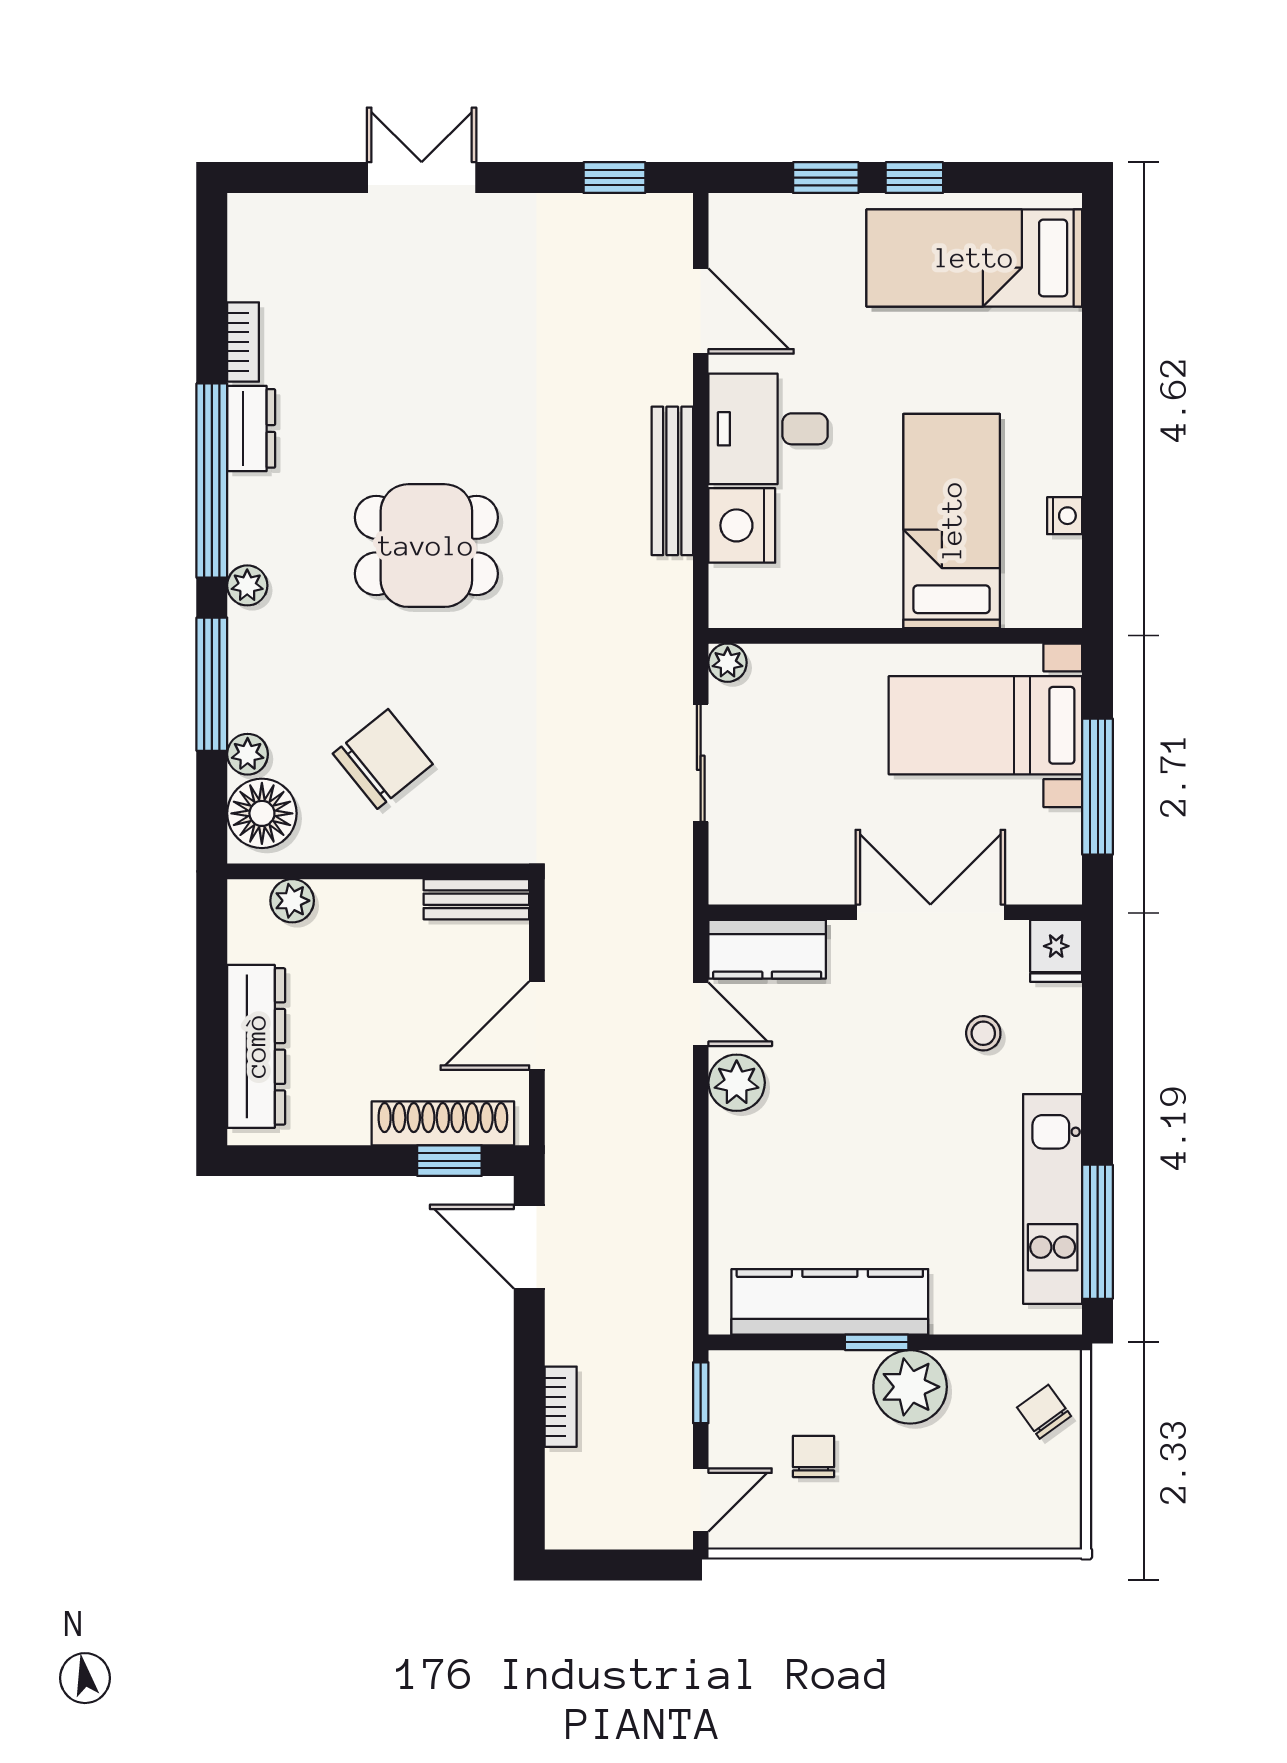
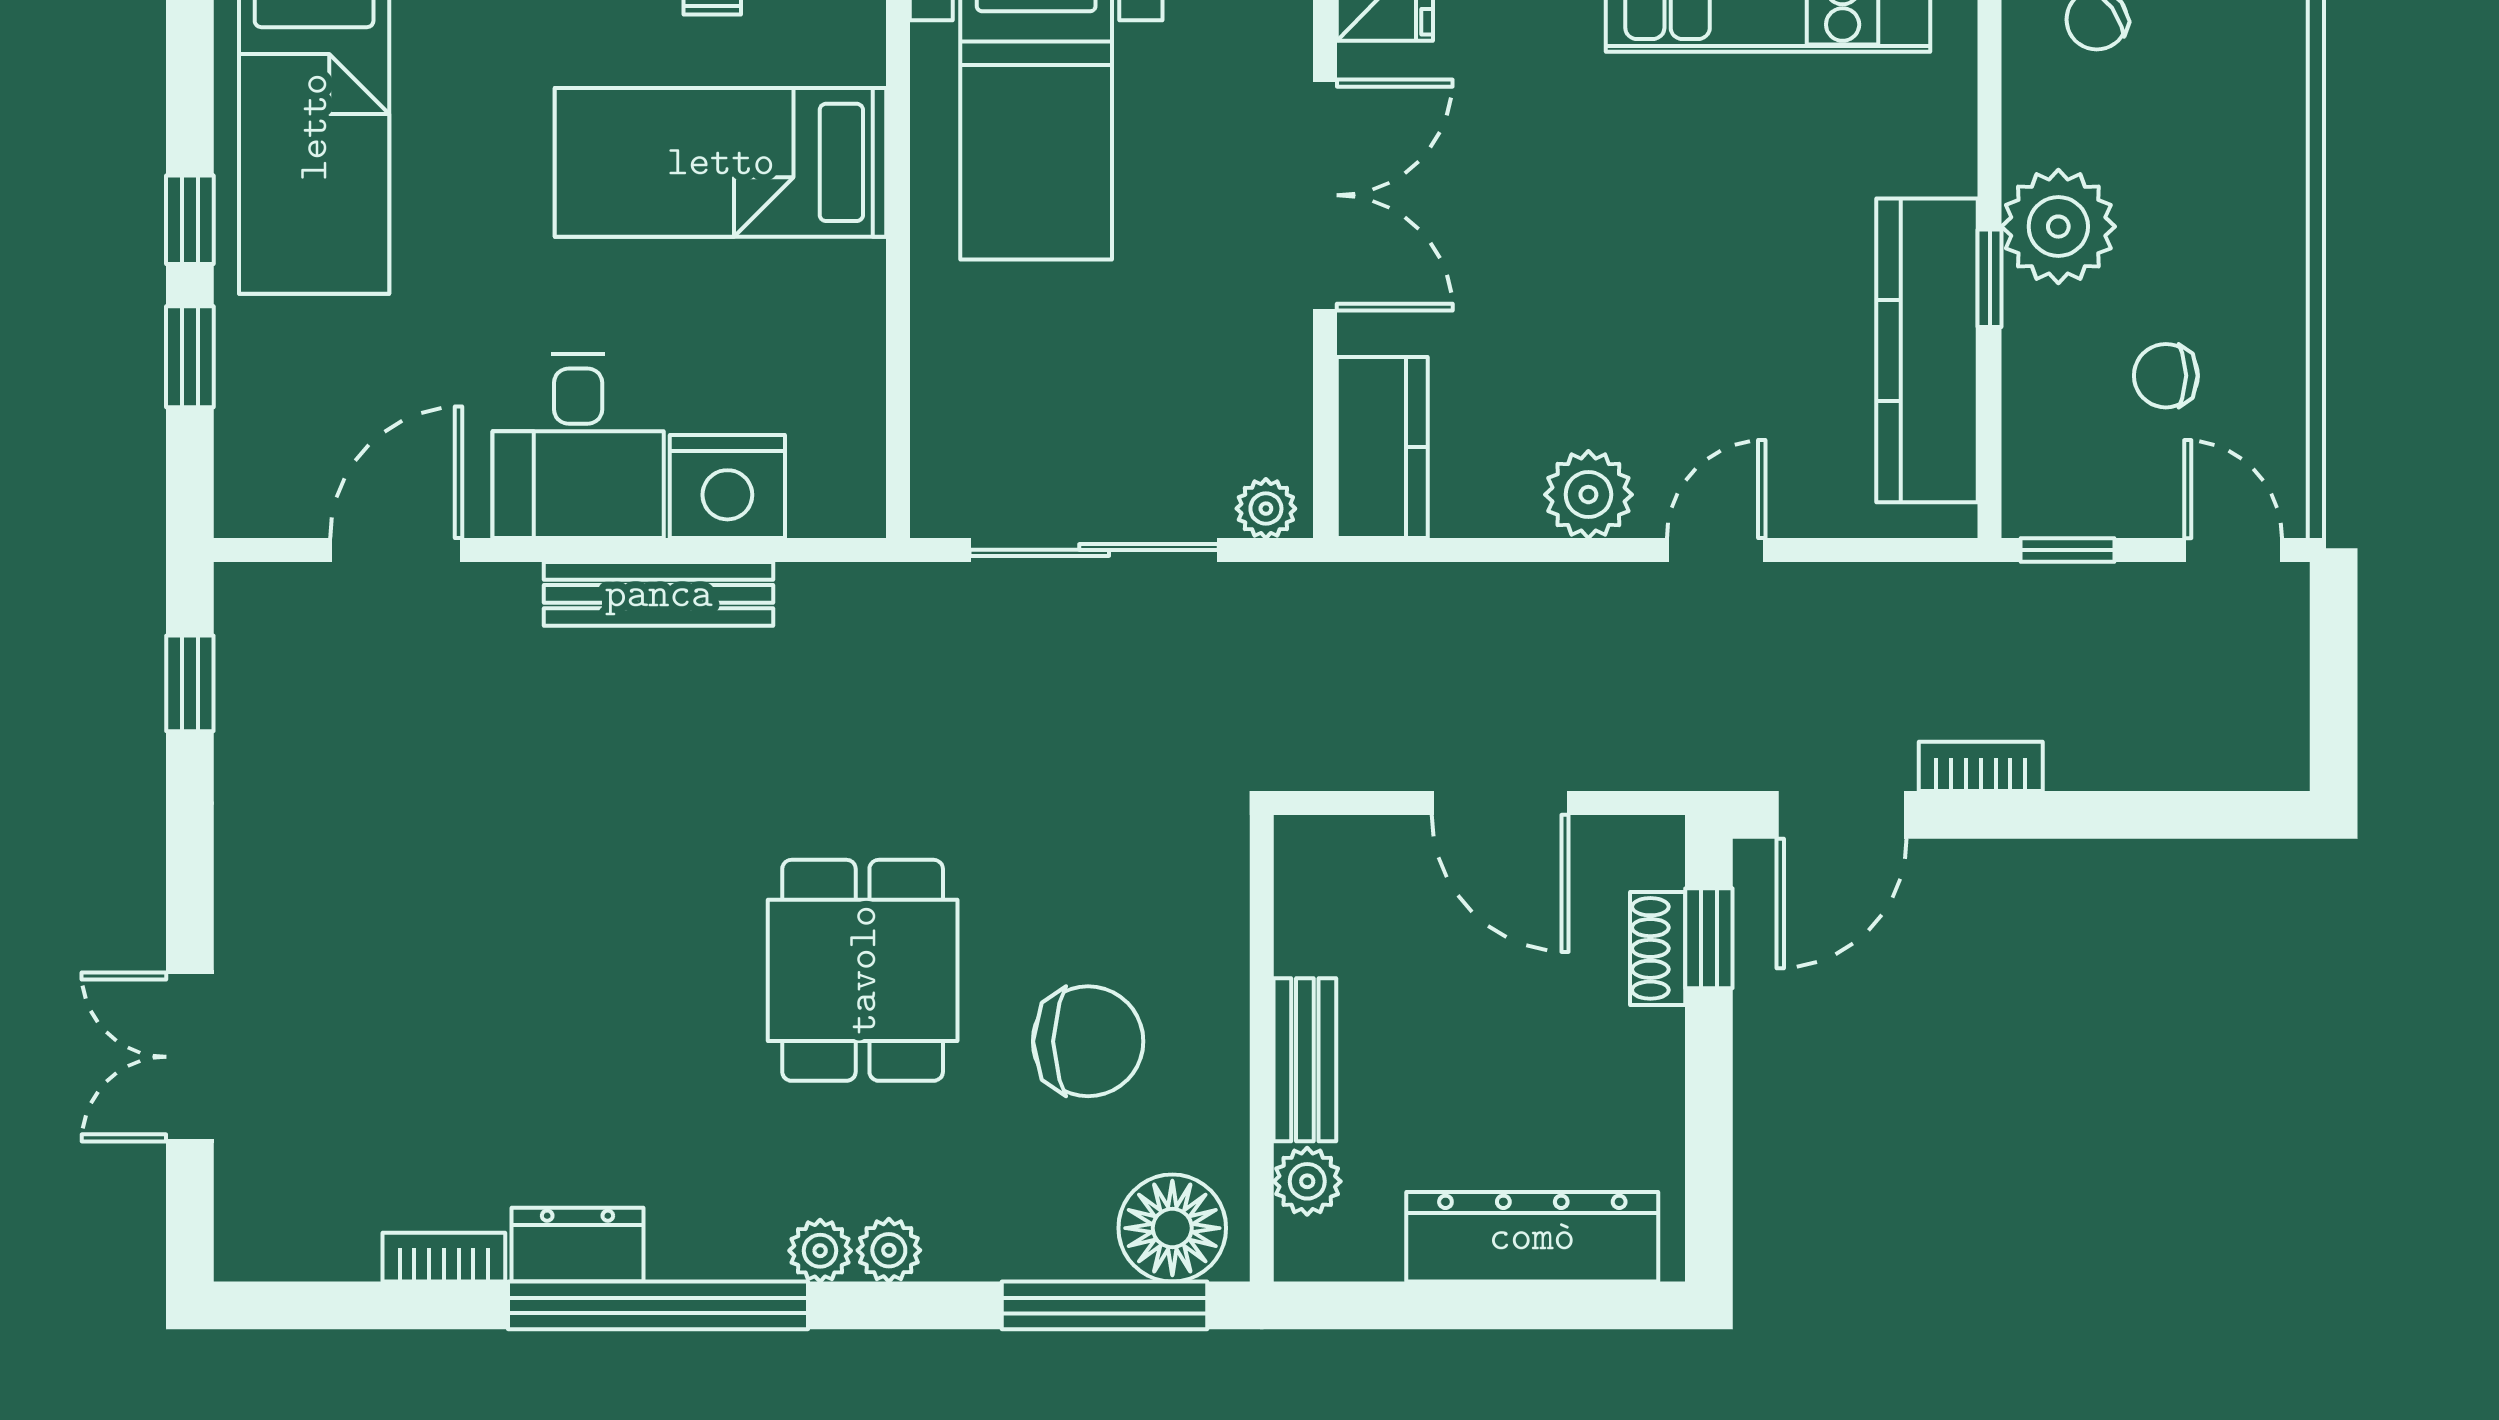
double door: (422, 178) -> (190, 1057), moved
dining table: (426, 546) -> (863, 970), moved
plant: (728, 663) -> (1266, 509), moved
window: (212, 684) -> (1104, 1305), moved
plant: (248, 754) -> (889, 1250), moved
chair: (383, 759) -> (1088, 1041), turned 129
sliding door: (701, 763) -> (1094, 550), width x1.37
bench: (476, 899) -> (1305, 1060), moved
double door: (930, 912) -> (1325, 195), swing flipped
door: (701, 1014) -> (1716, 550), moved
stool: (983, 1033) -> (1512, 113), removed
shoe rack: (443, 1123) -> (1658, 948), width x0.51, depth x0.81
bookcase: (561, 1407) -> (1981, 766), moved

